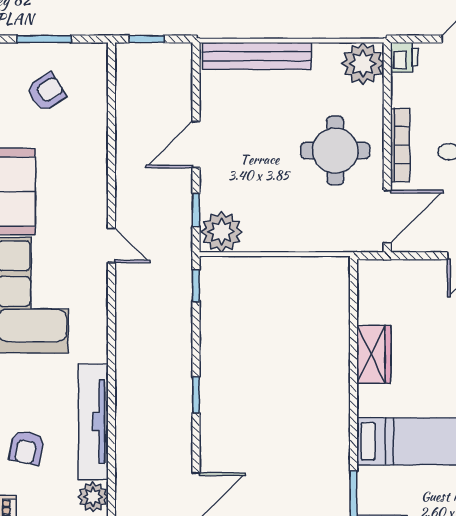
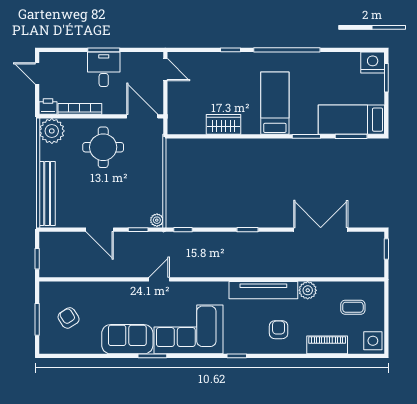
bookcase: (400, 145) -> (80, 109), moved
plant: (221, 232) -> (157, 220), width x0.53, depth x0.53
armchair: (26, 448) -> (279, 330), turned -101

